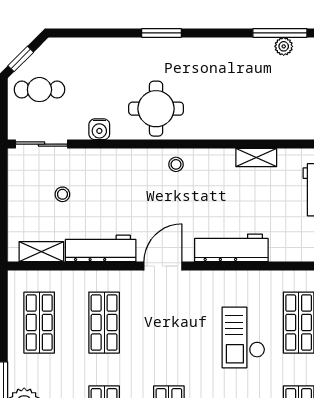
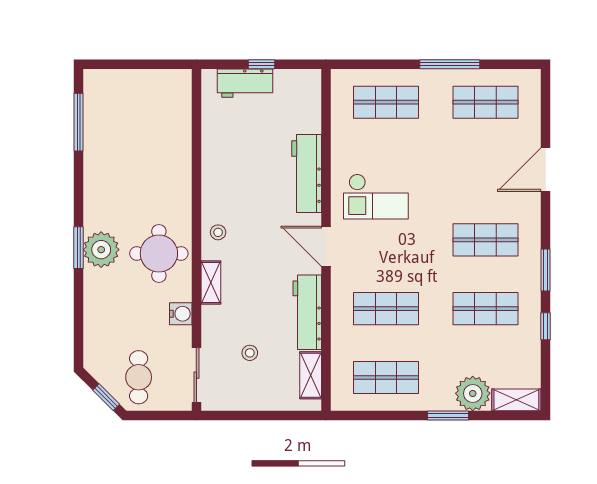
plant: (284, 46) -> (101, 250), moved, width x1.88, depth x1.88
shelving: (256, 158) -> (211, 282), moved
checkout: (243, 337) -> (376, 197), moved

